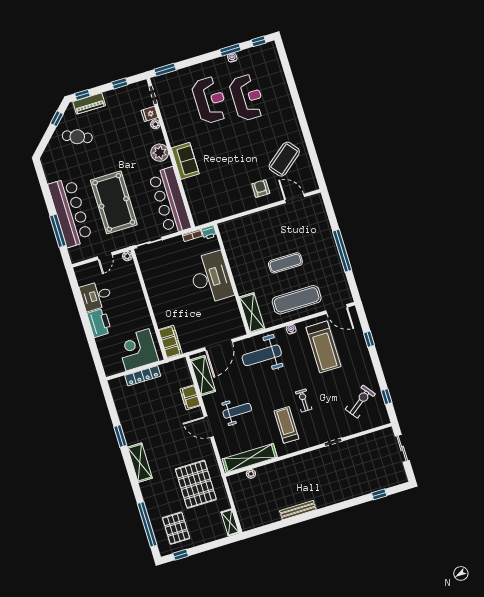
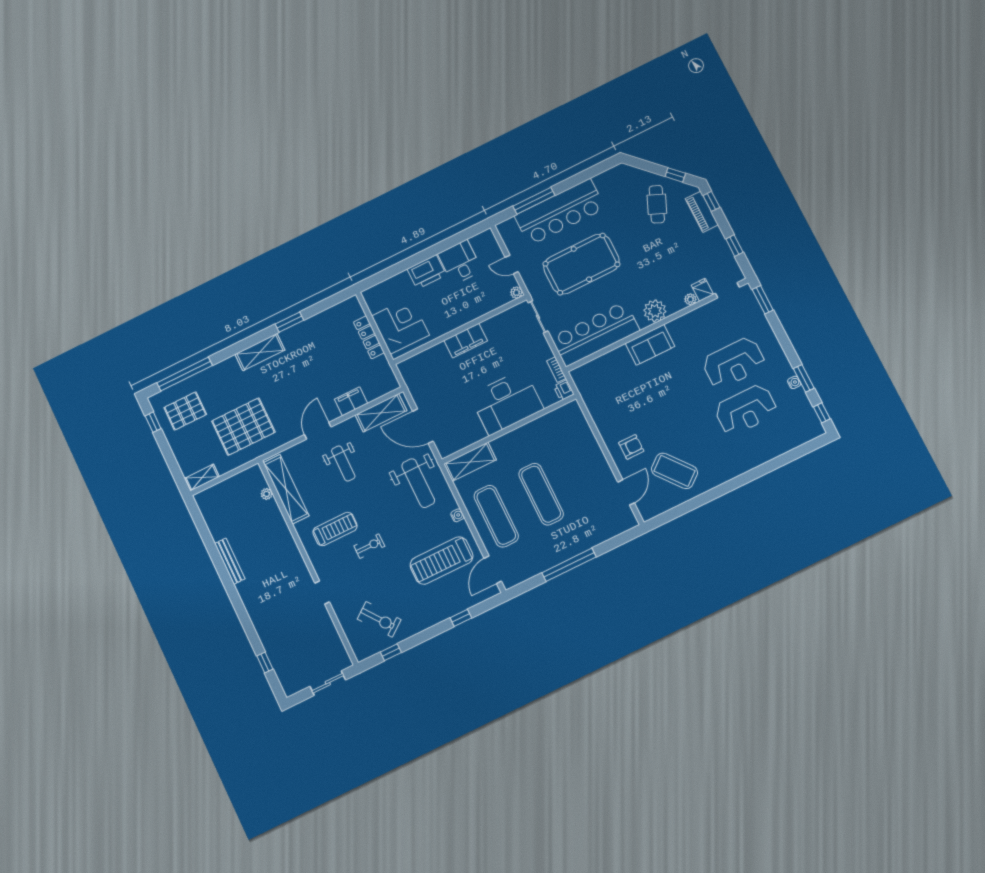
exercise mat: (285, 263) -> (541, 494), width x1.36, depth x1.45
filing cabinet: (170, 342) -> (466, 341), moved
weight bench: (262, 355) -> (418, 483), turned 180

